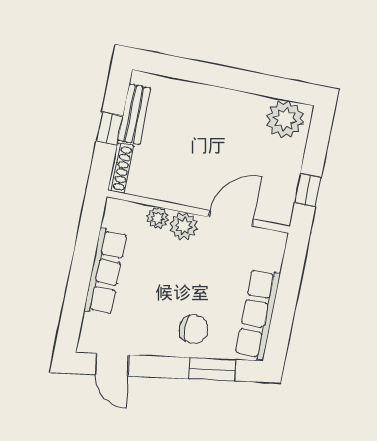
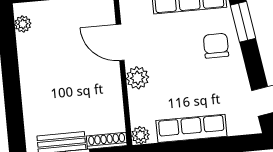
plant: (285, 119) -> (23, 24), width x0.53, depth x0.53
plant: (157, 218) -> (140, 135), moved

